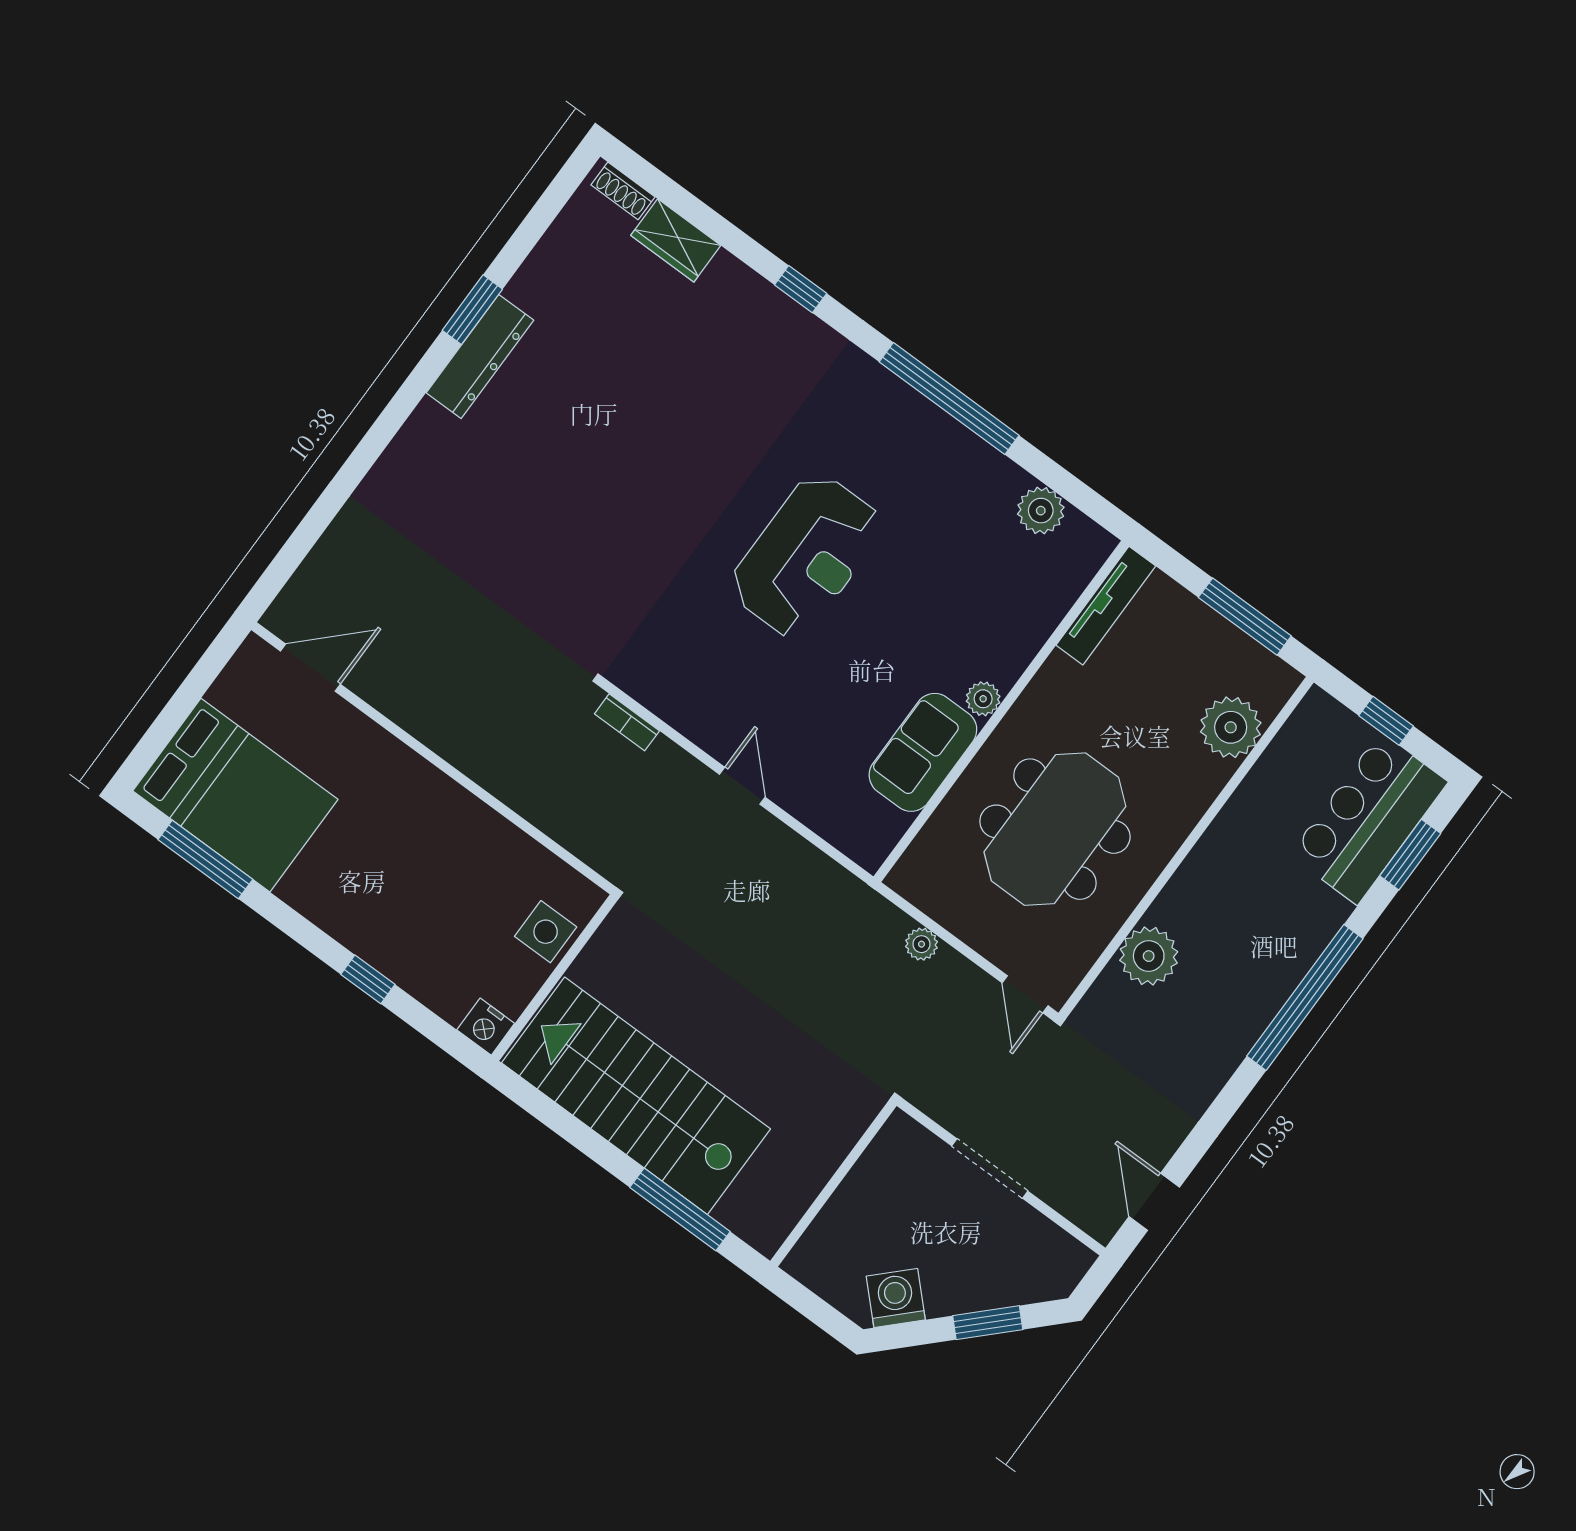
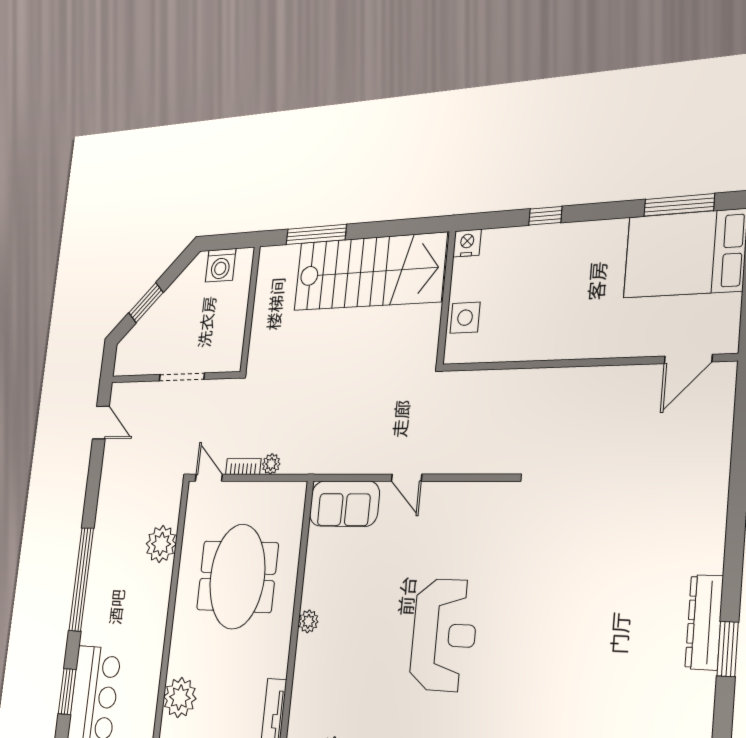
reception desk: (806, 556) -> (444, 635), turned 180
bookcase: (627, 722) -> (243, 467), moved
sofa: (923, 752) -> (344, 504), moved, turned 90
washing machine: (896, 1298) -> (221, 265), moved, turned 45

